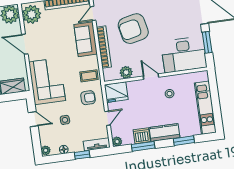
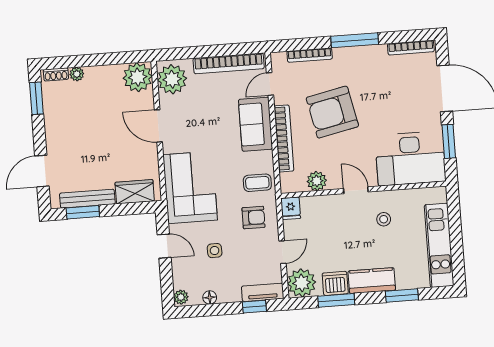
fridge: (116, 92) -> (291, 208), width x0.53, depth x0.75
plant: (117, 141) -> (302, 283), width x1.88, depth x1.88
window: (82, 155) -> (254, 307), moved

